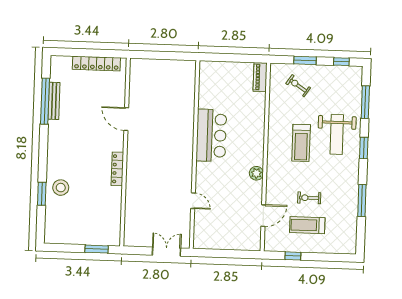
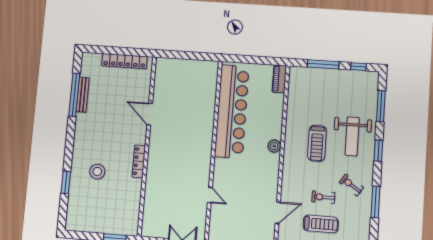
window: (305, 60) -> (323, 64), width x1.44
exercise bike: (298, 86) -> (351, 185), moved
bar counter: (211, 135) -> (232, 111), width x1.86
plant: (256, 173) -> (274, 146), moved
stool: (61, 188) -> (97, 172), moved
treadmill: (307, 225) -> (321, 224), turned 180

